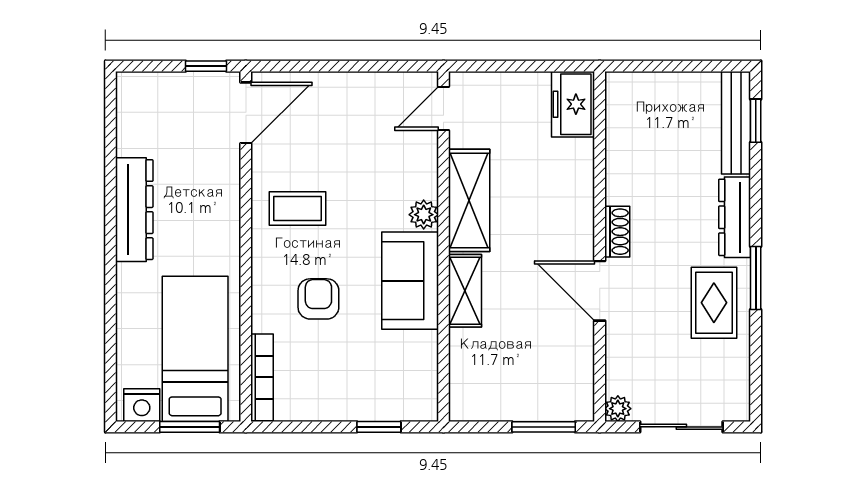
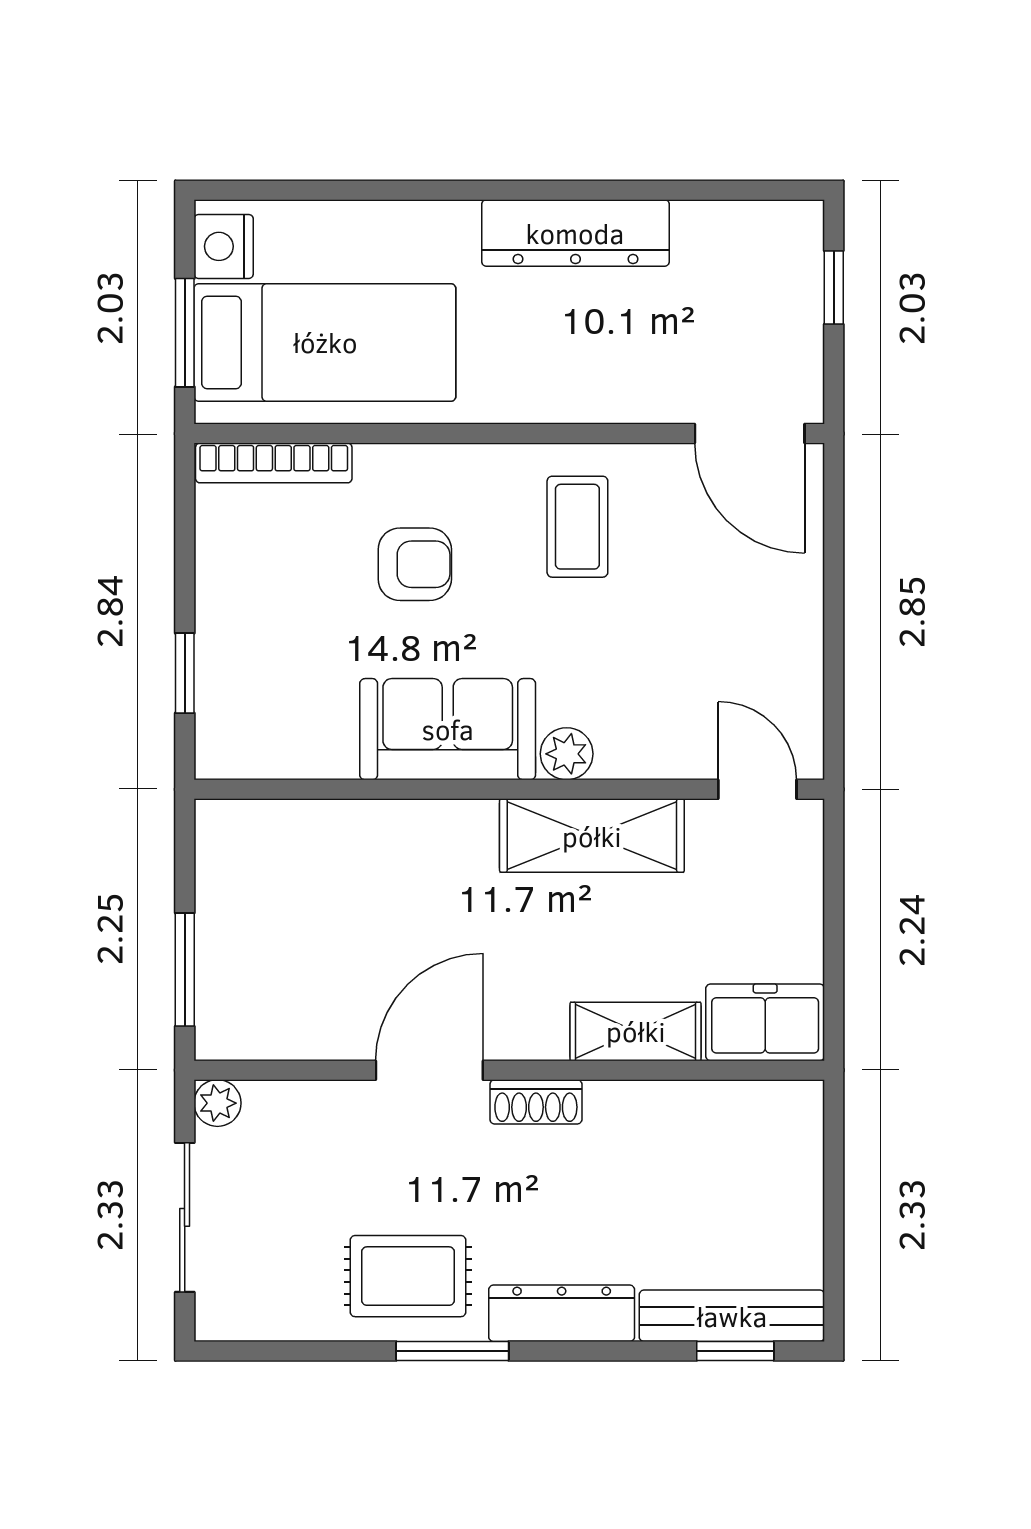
window: (206, 66) -> (834, 288), moved
shelving: (465, 291) -> (636, 1031), moved

